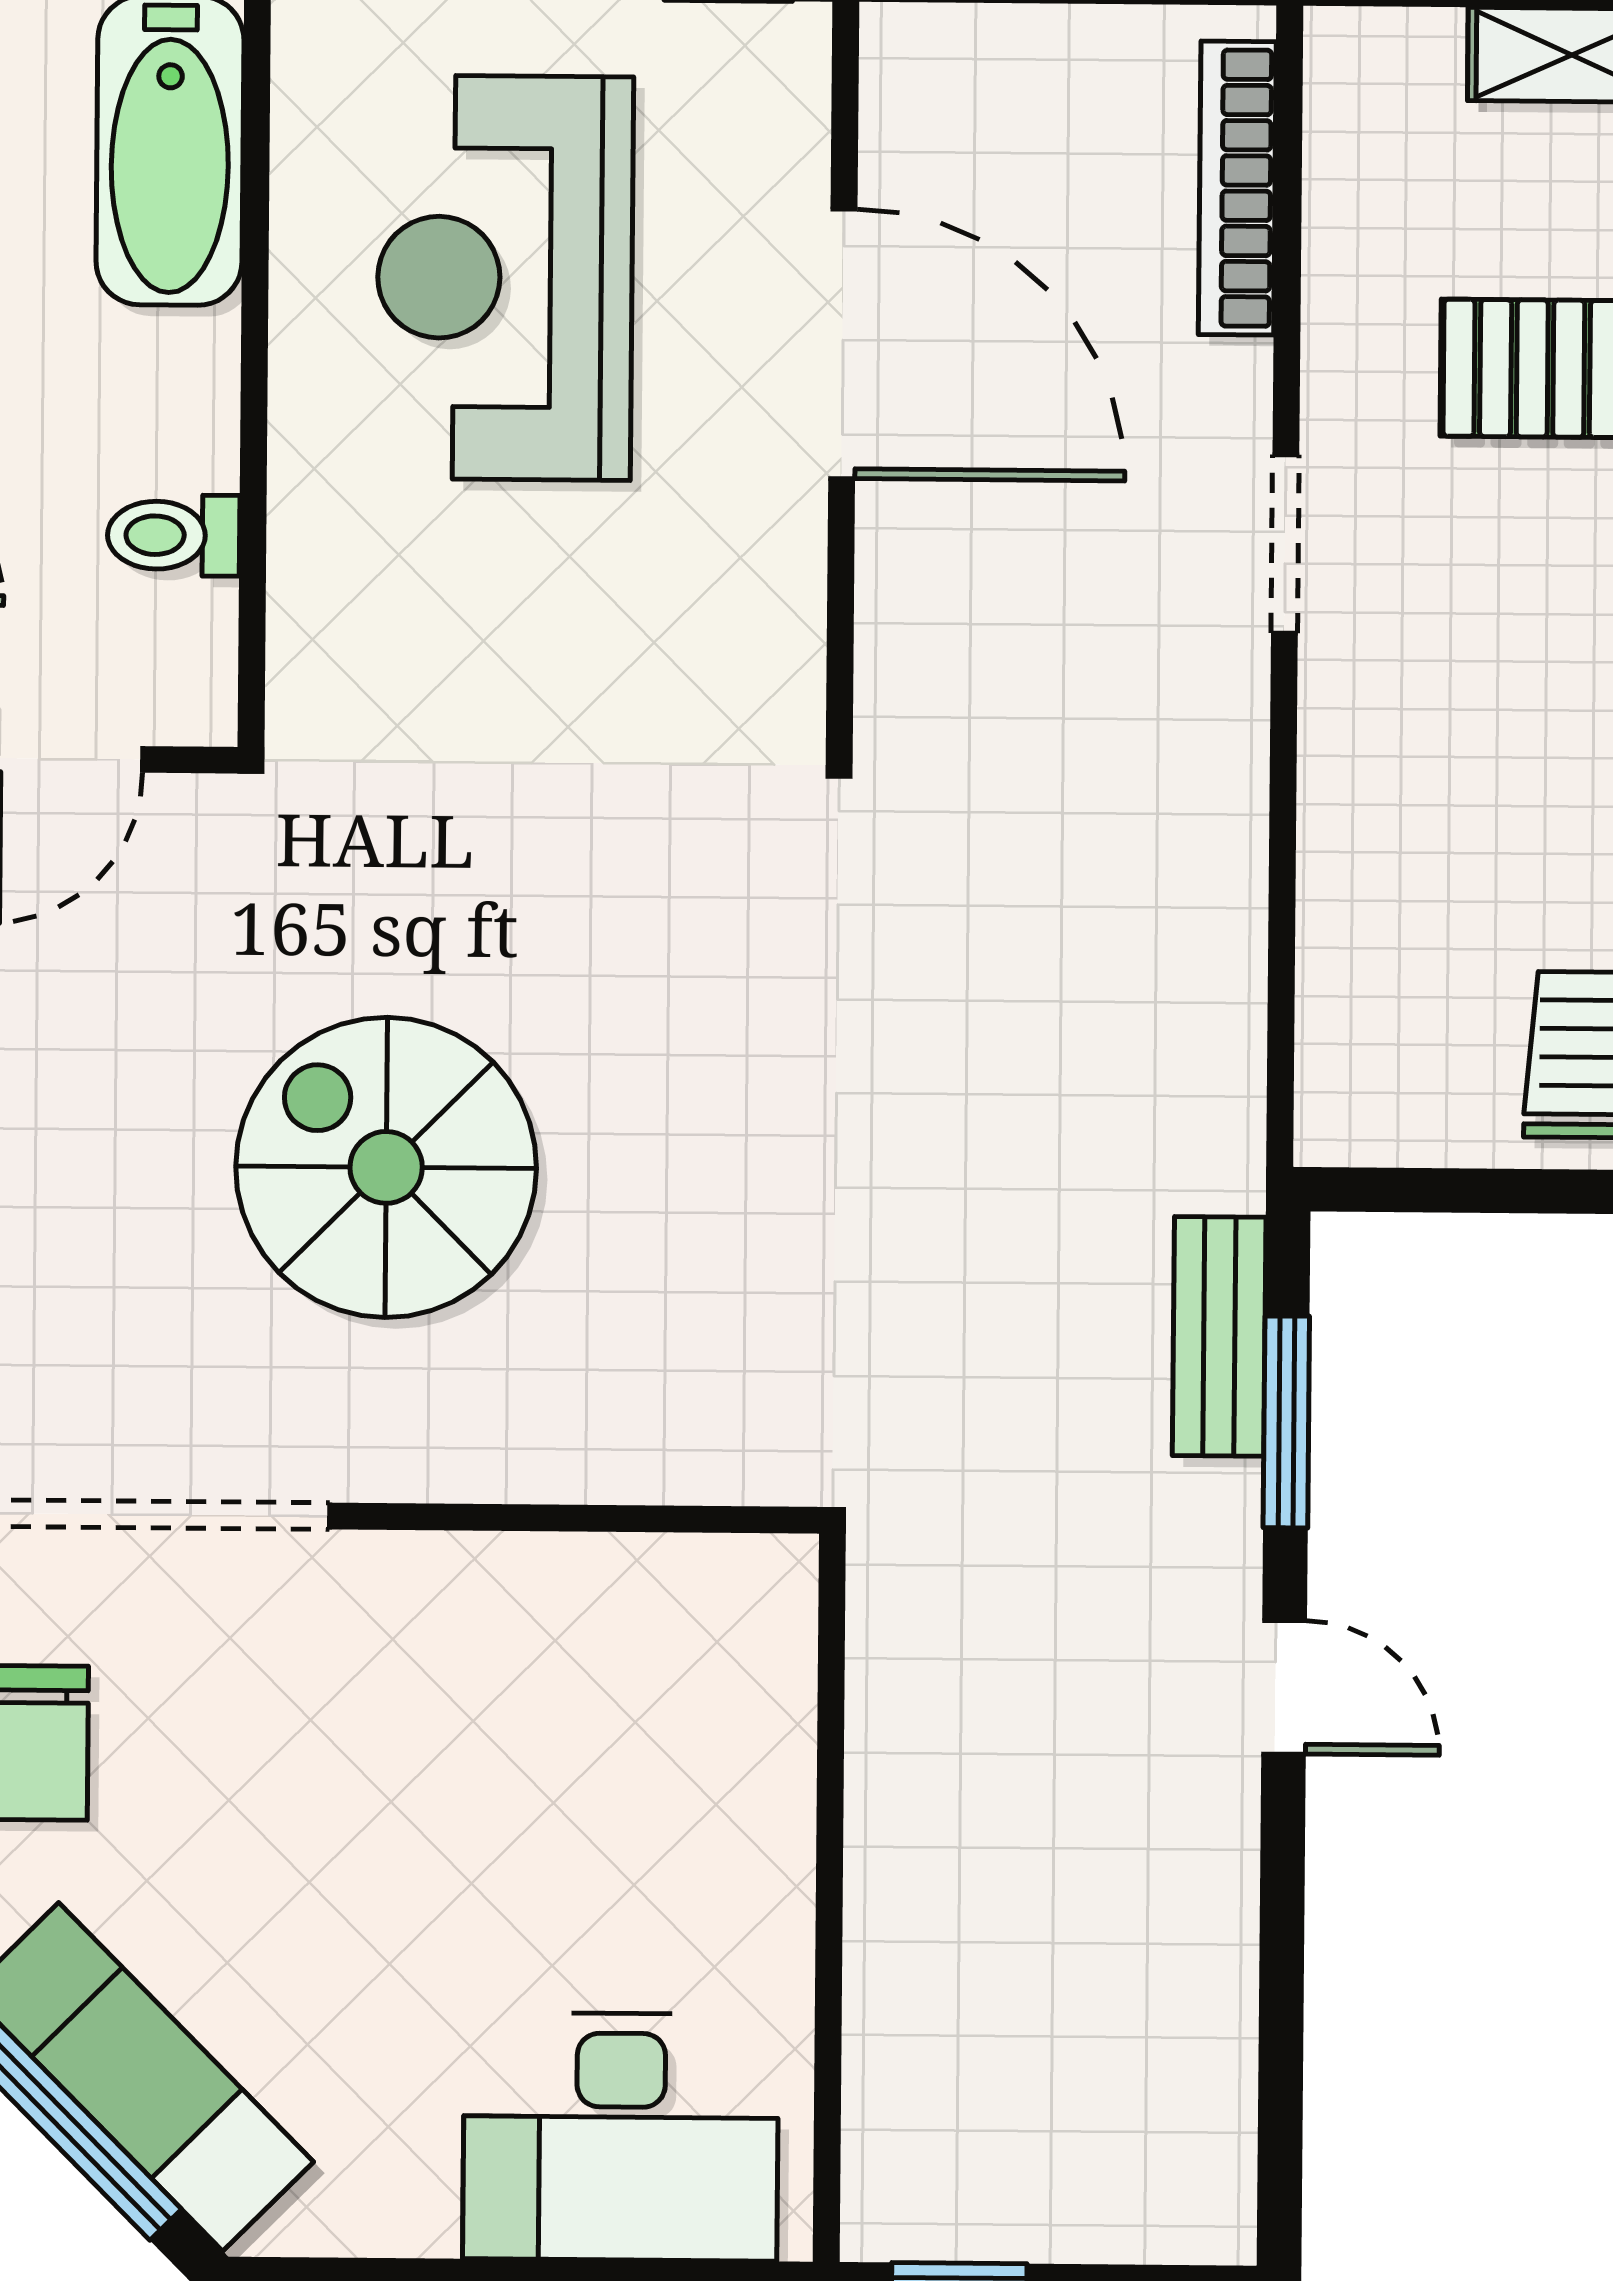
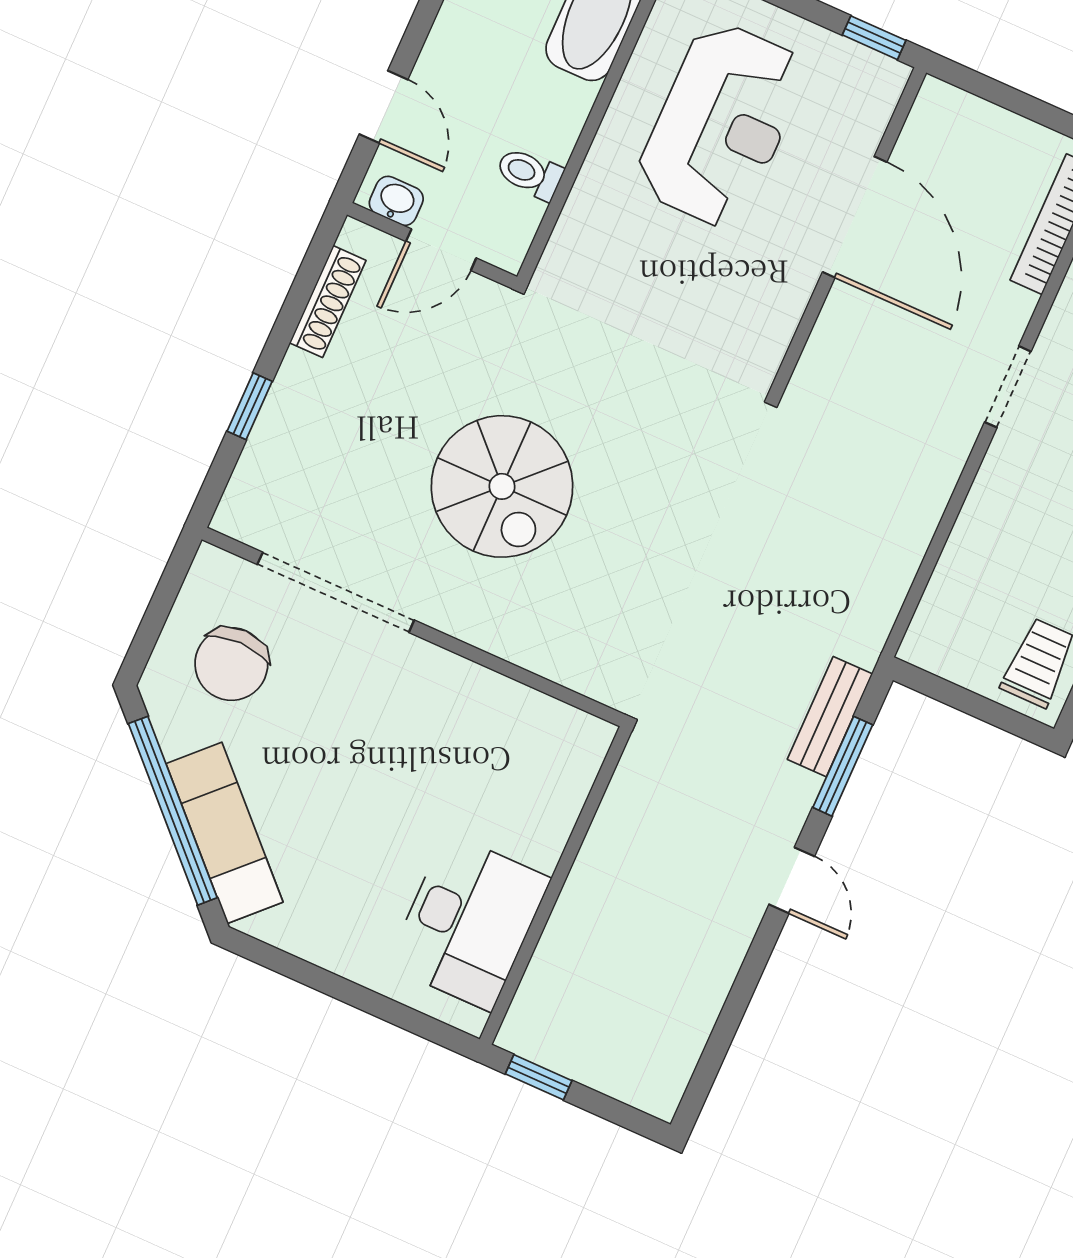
reception desk: (505, 278) -> (721, 125), turned 180
spiral stairs: (386, 1167) -> (502, 486), turned 180
desk: (621, 2137) -> (469, 922), moved, turned -90

